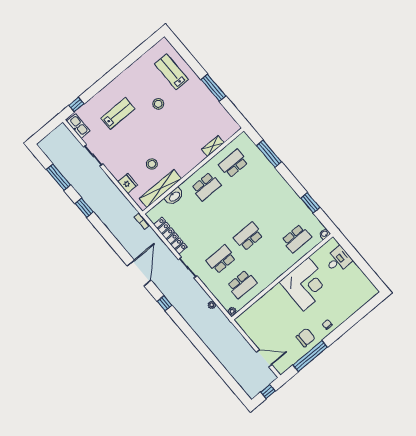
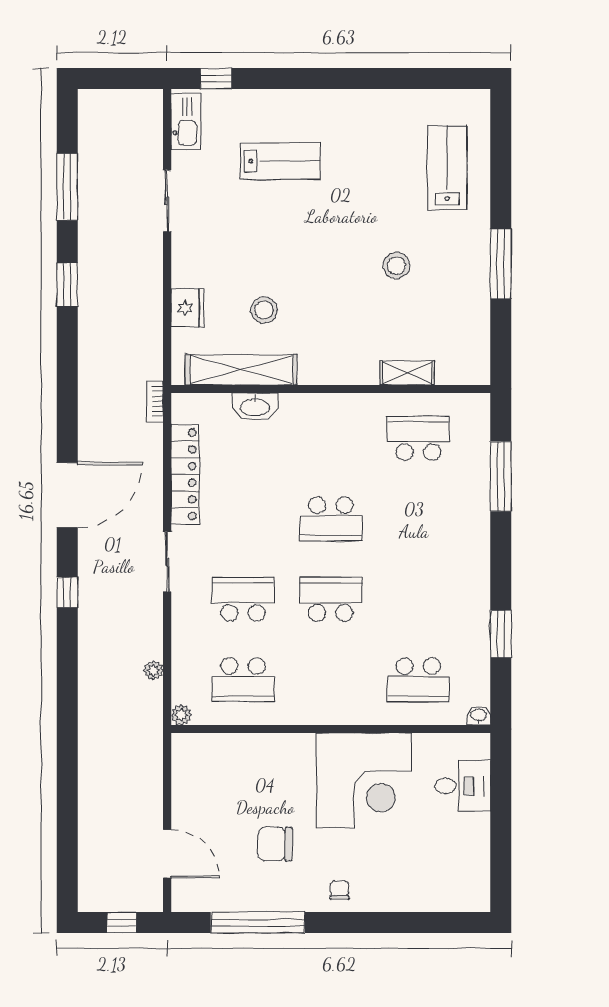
stool: (158, 104) -> (396, 266), moved
school desk: (206, 186) -> (331, 519), moved
chair: (306, 338) -> (275, 844), moved, turned 180

